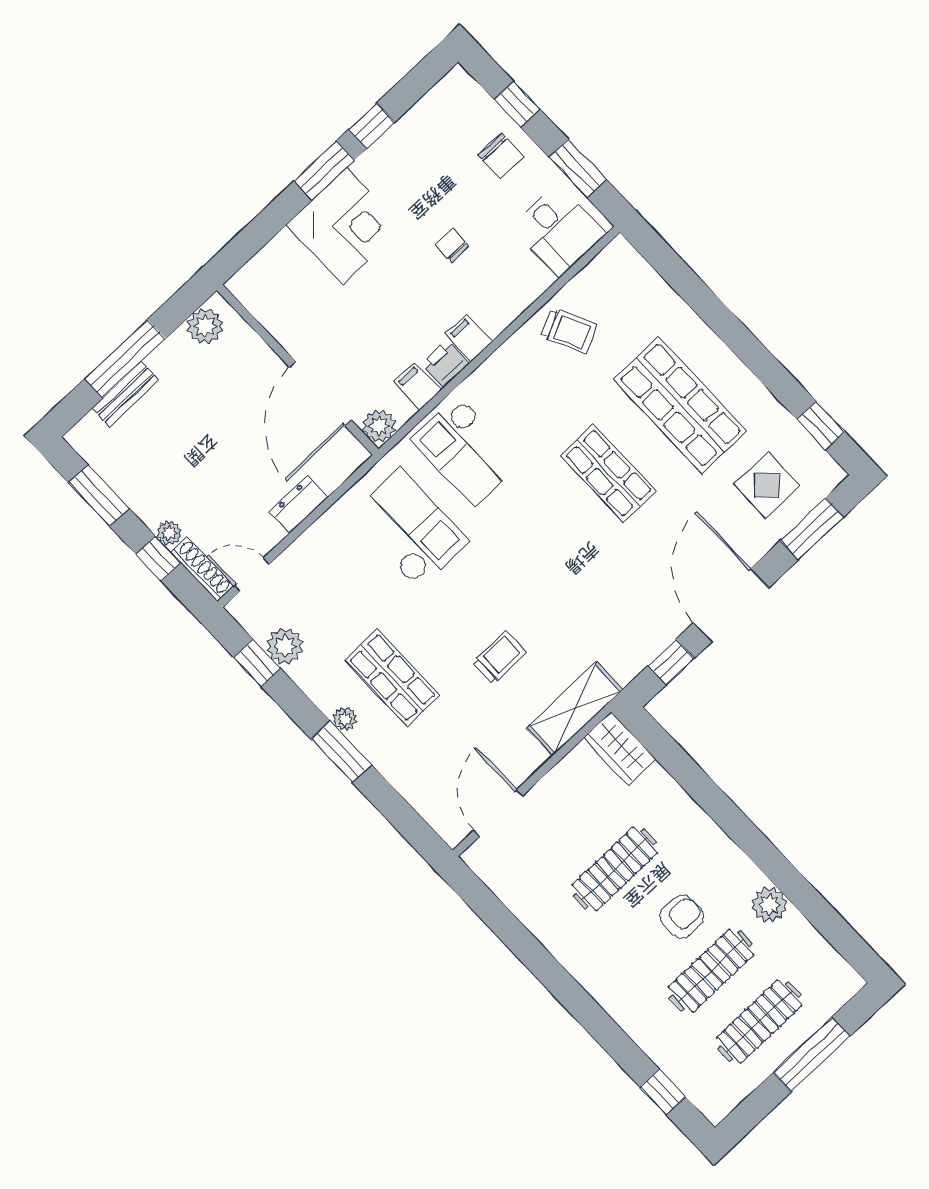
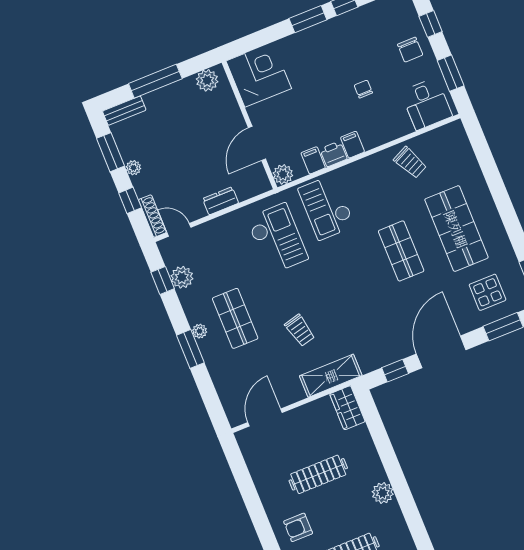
corner desk: (345, 226) -> (259, 75), moved, turned -90
bench: (126, 394) -> (124, 111), moved
door: (320, 394) -> (257, 143), width x0.73
plant: (169, 533) -> (133, 168), moved
trolley: (499, 657) -> (300, 330), turned 76
plant: (769, 905) -> (383, 493), moved
armchair: (682, 917) -> (298, 527), moved, turned 180

